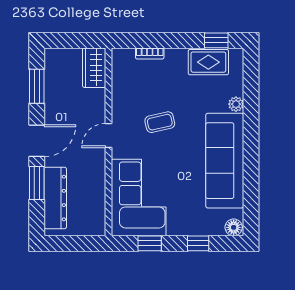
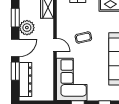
plant: (58, 104) -> (27, 28), added
door: (109, 135) -> (55, 45), swing flipped

